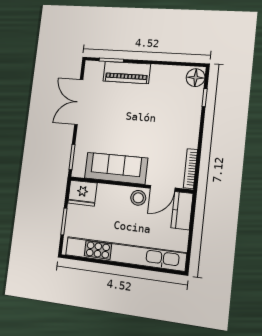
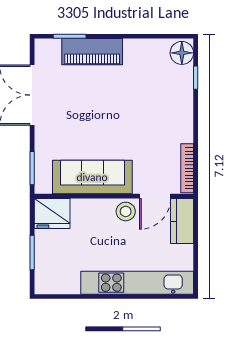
kitchen unit: (125, 254) -> (137, 283), width x0.73

